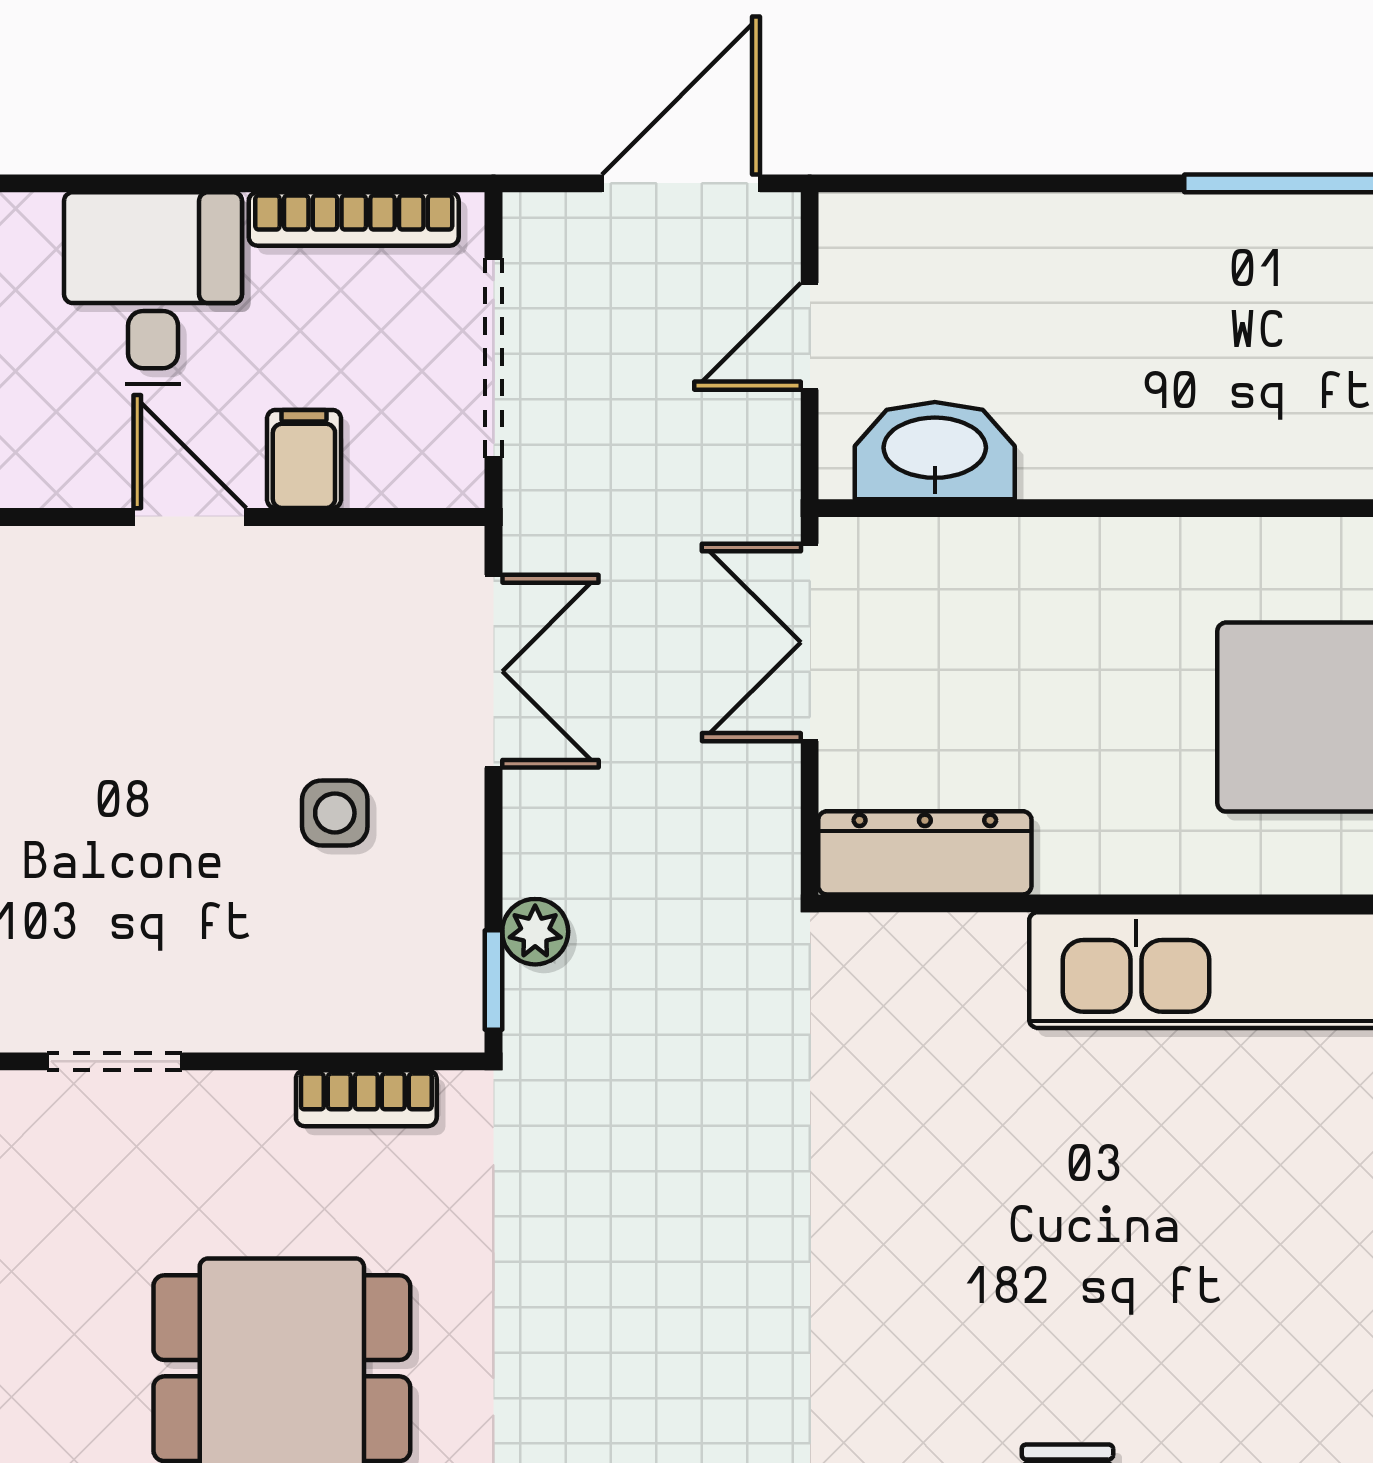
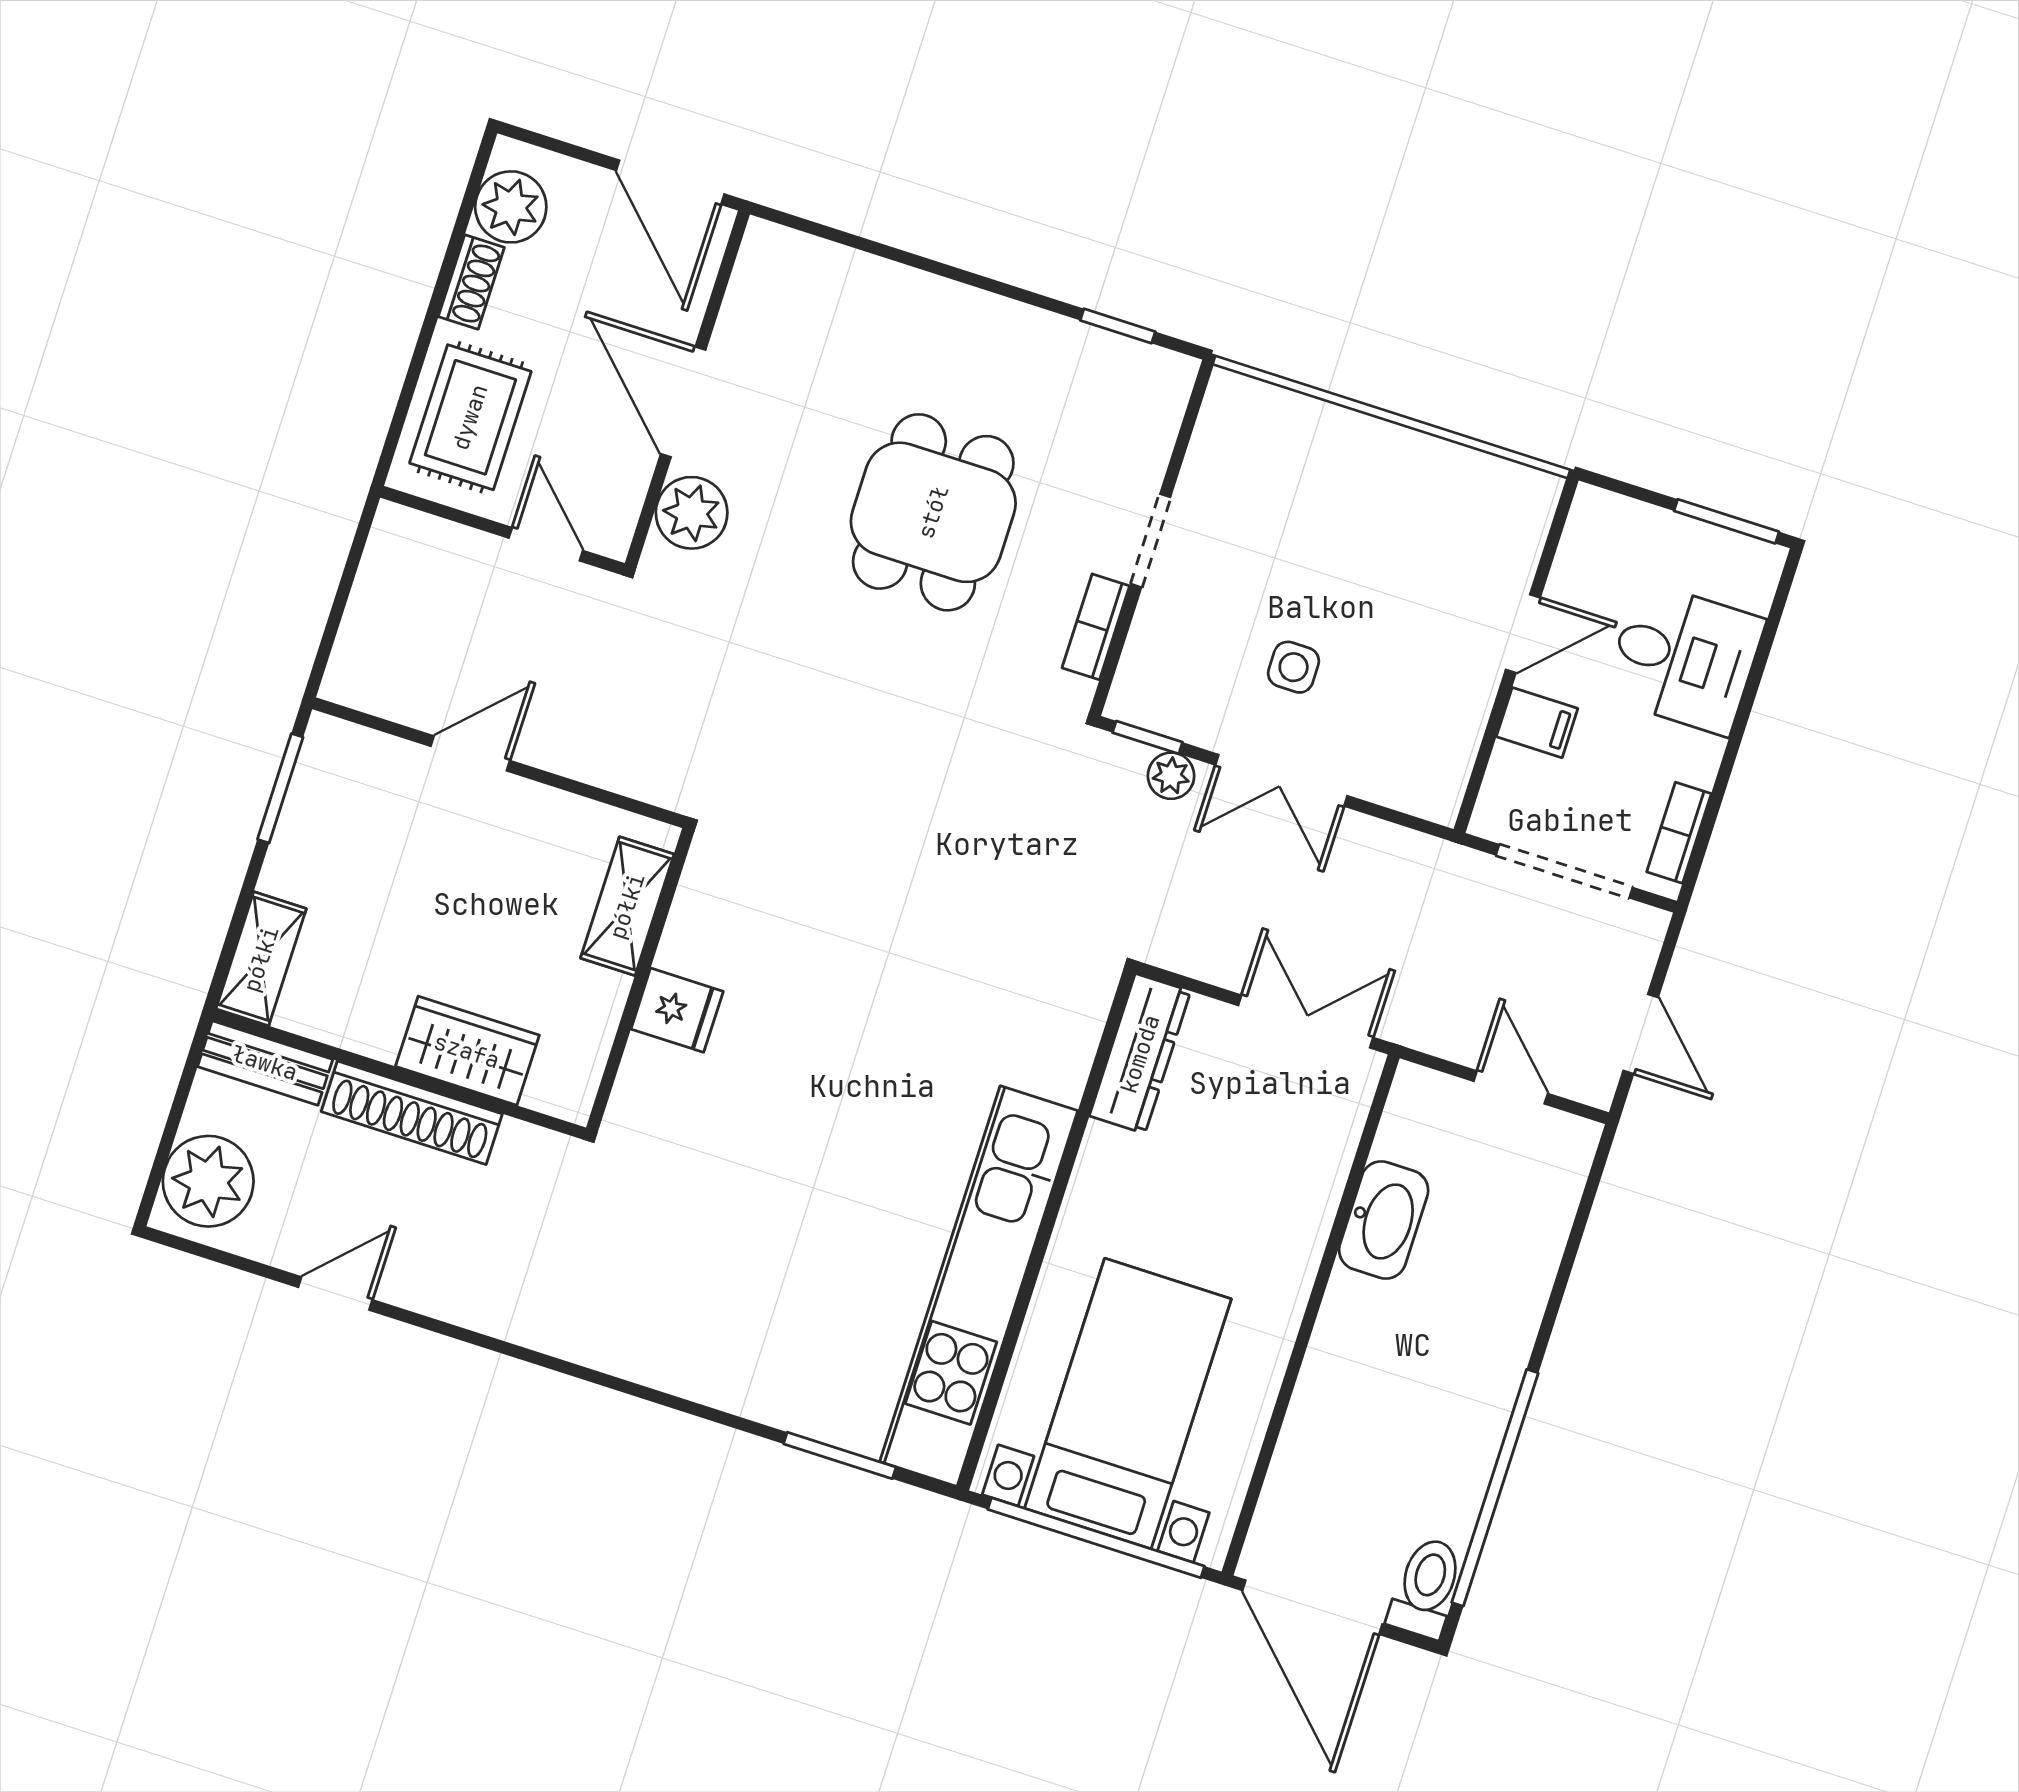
door: (681, 183) -> (1641, 1034), width x0.73
bookcase: (354, 219) -> (1679, 833), width x0.64
washbasin: (935, 451) -> (1384, 1220), moved
double door: (493, 671) -> (1281, 780), moved
doorway: (114, 1061) -> (1151, 541), moved

